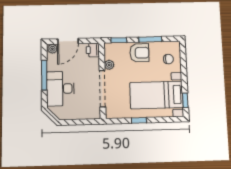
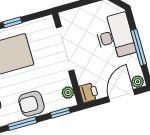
plant: (109, 65) -> (68, 93), moved

